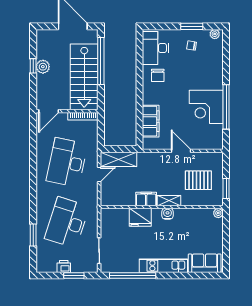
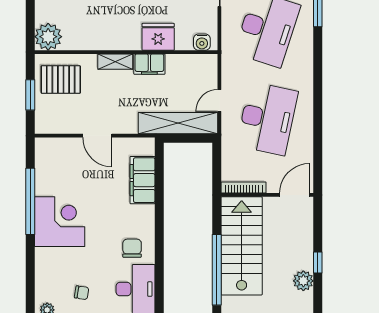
plant: (43, 67) -> (303, 281), moved
corner desk: (206, 107) -> (60, 222), moved
shelving: (118, 159) -> (178, 123), width x1.47
pallet: (198, 180) -> (61, 79), moved
window: (226, 189) -> (30, 95), moved
plant: (218, 213) -> (48, 37), width x1.88, depth x1.88
water cooler: (167, 214) -> (202, 42), moved

